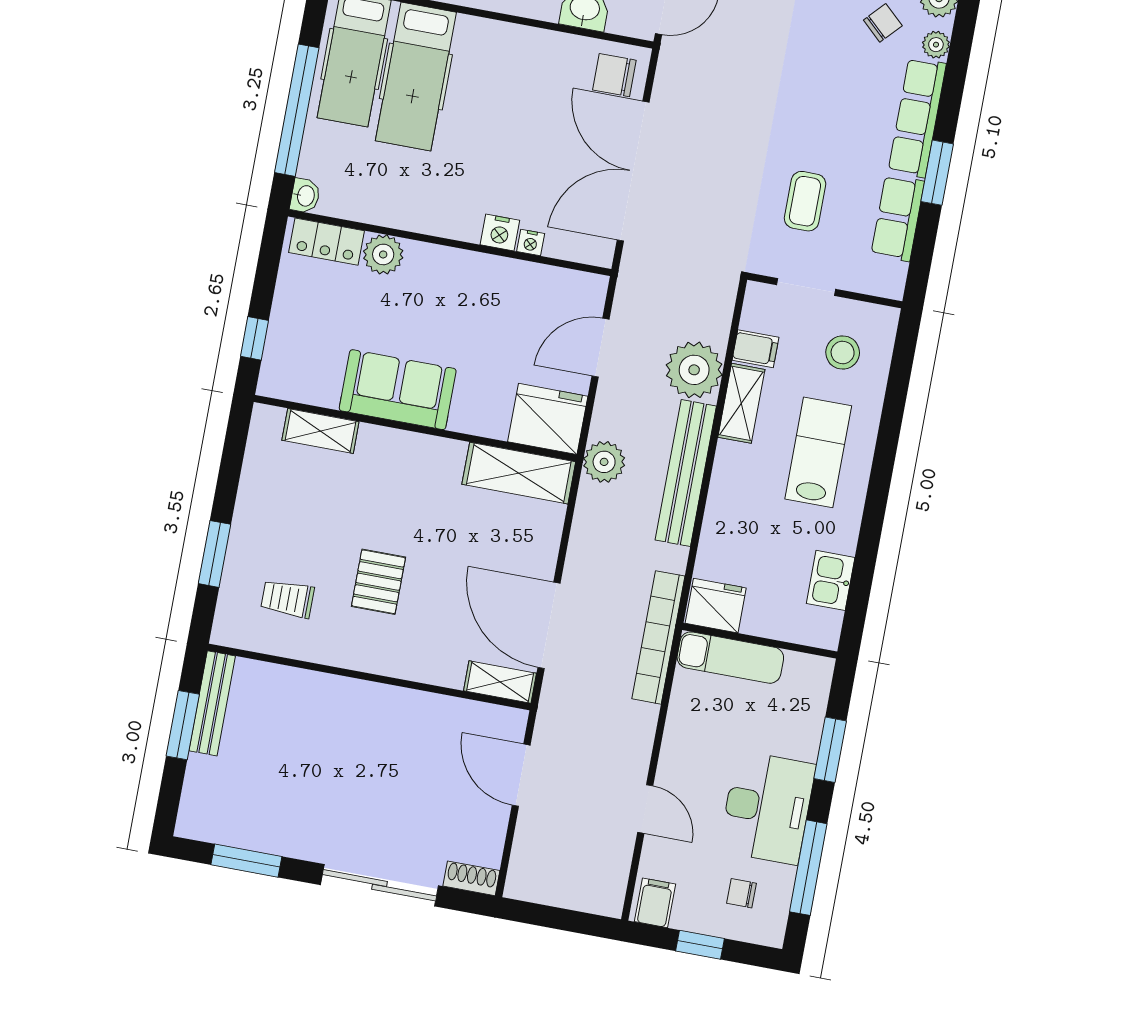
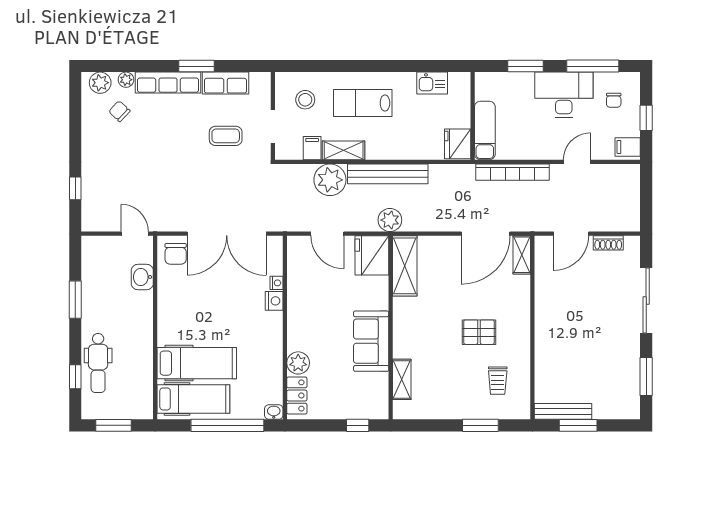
bookcase: (658, 637) -> (512, 172), moved
shoe rack: (471, 878) -> (608, 243), moved, turned -90

